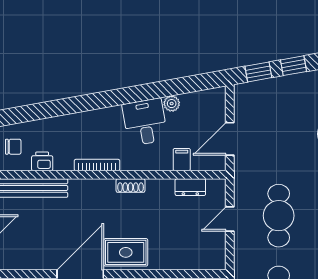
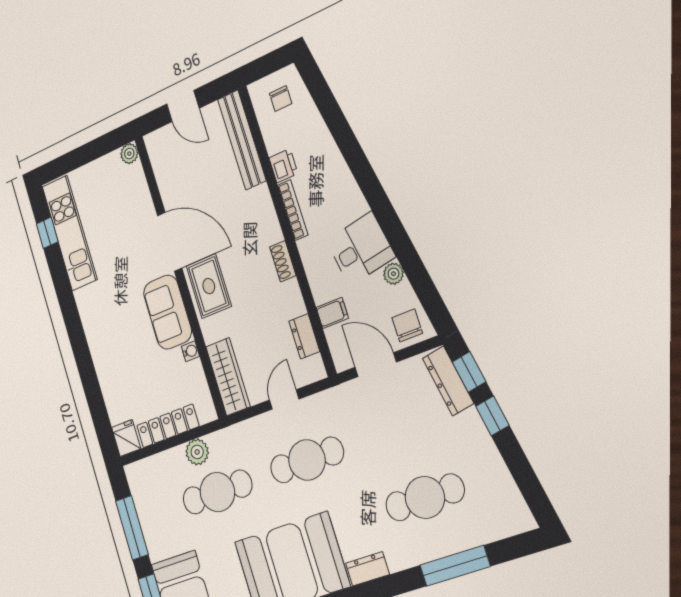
dresser: (259, 89) -> (448, 381), added
chair: (211, 106) -> (407, 325), added
printer: (42, 161) -> (283, 166), moved
door: (230, 219) -> (284, 400), hinge flipped
wardrobe: (198, 259) -> (228, 377), added

